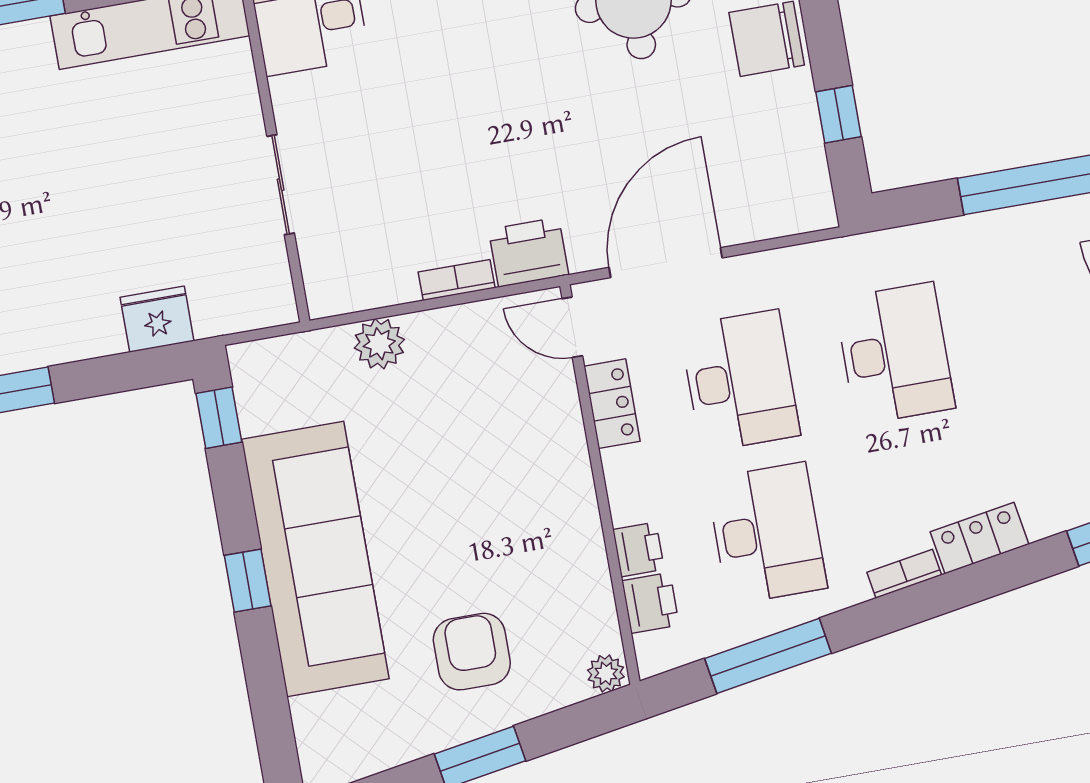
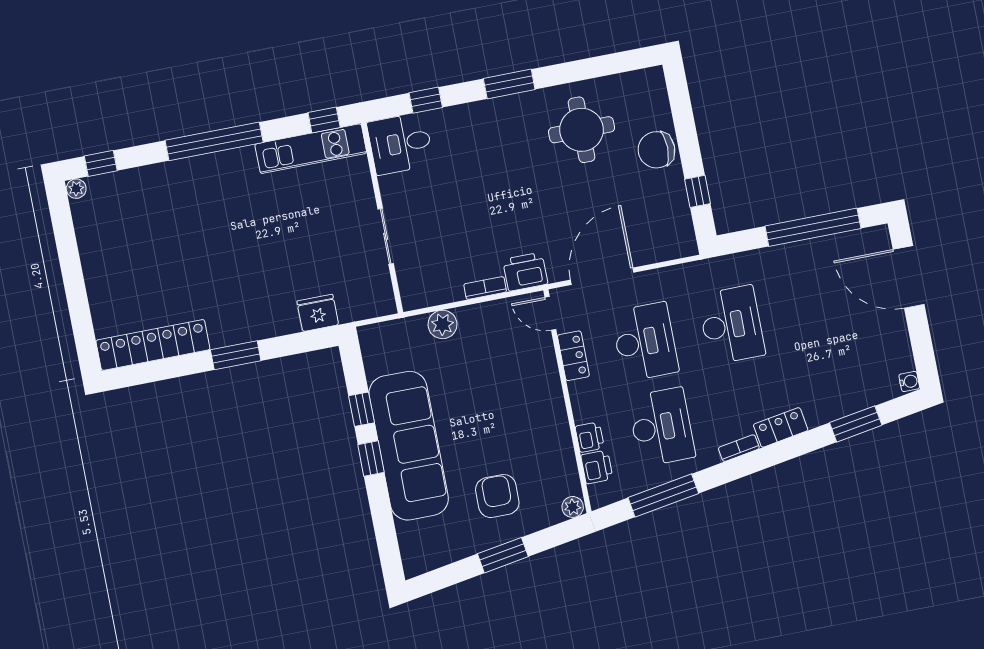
window: (219, 418) -> (361, 409), moved

